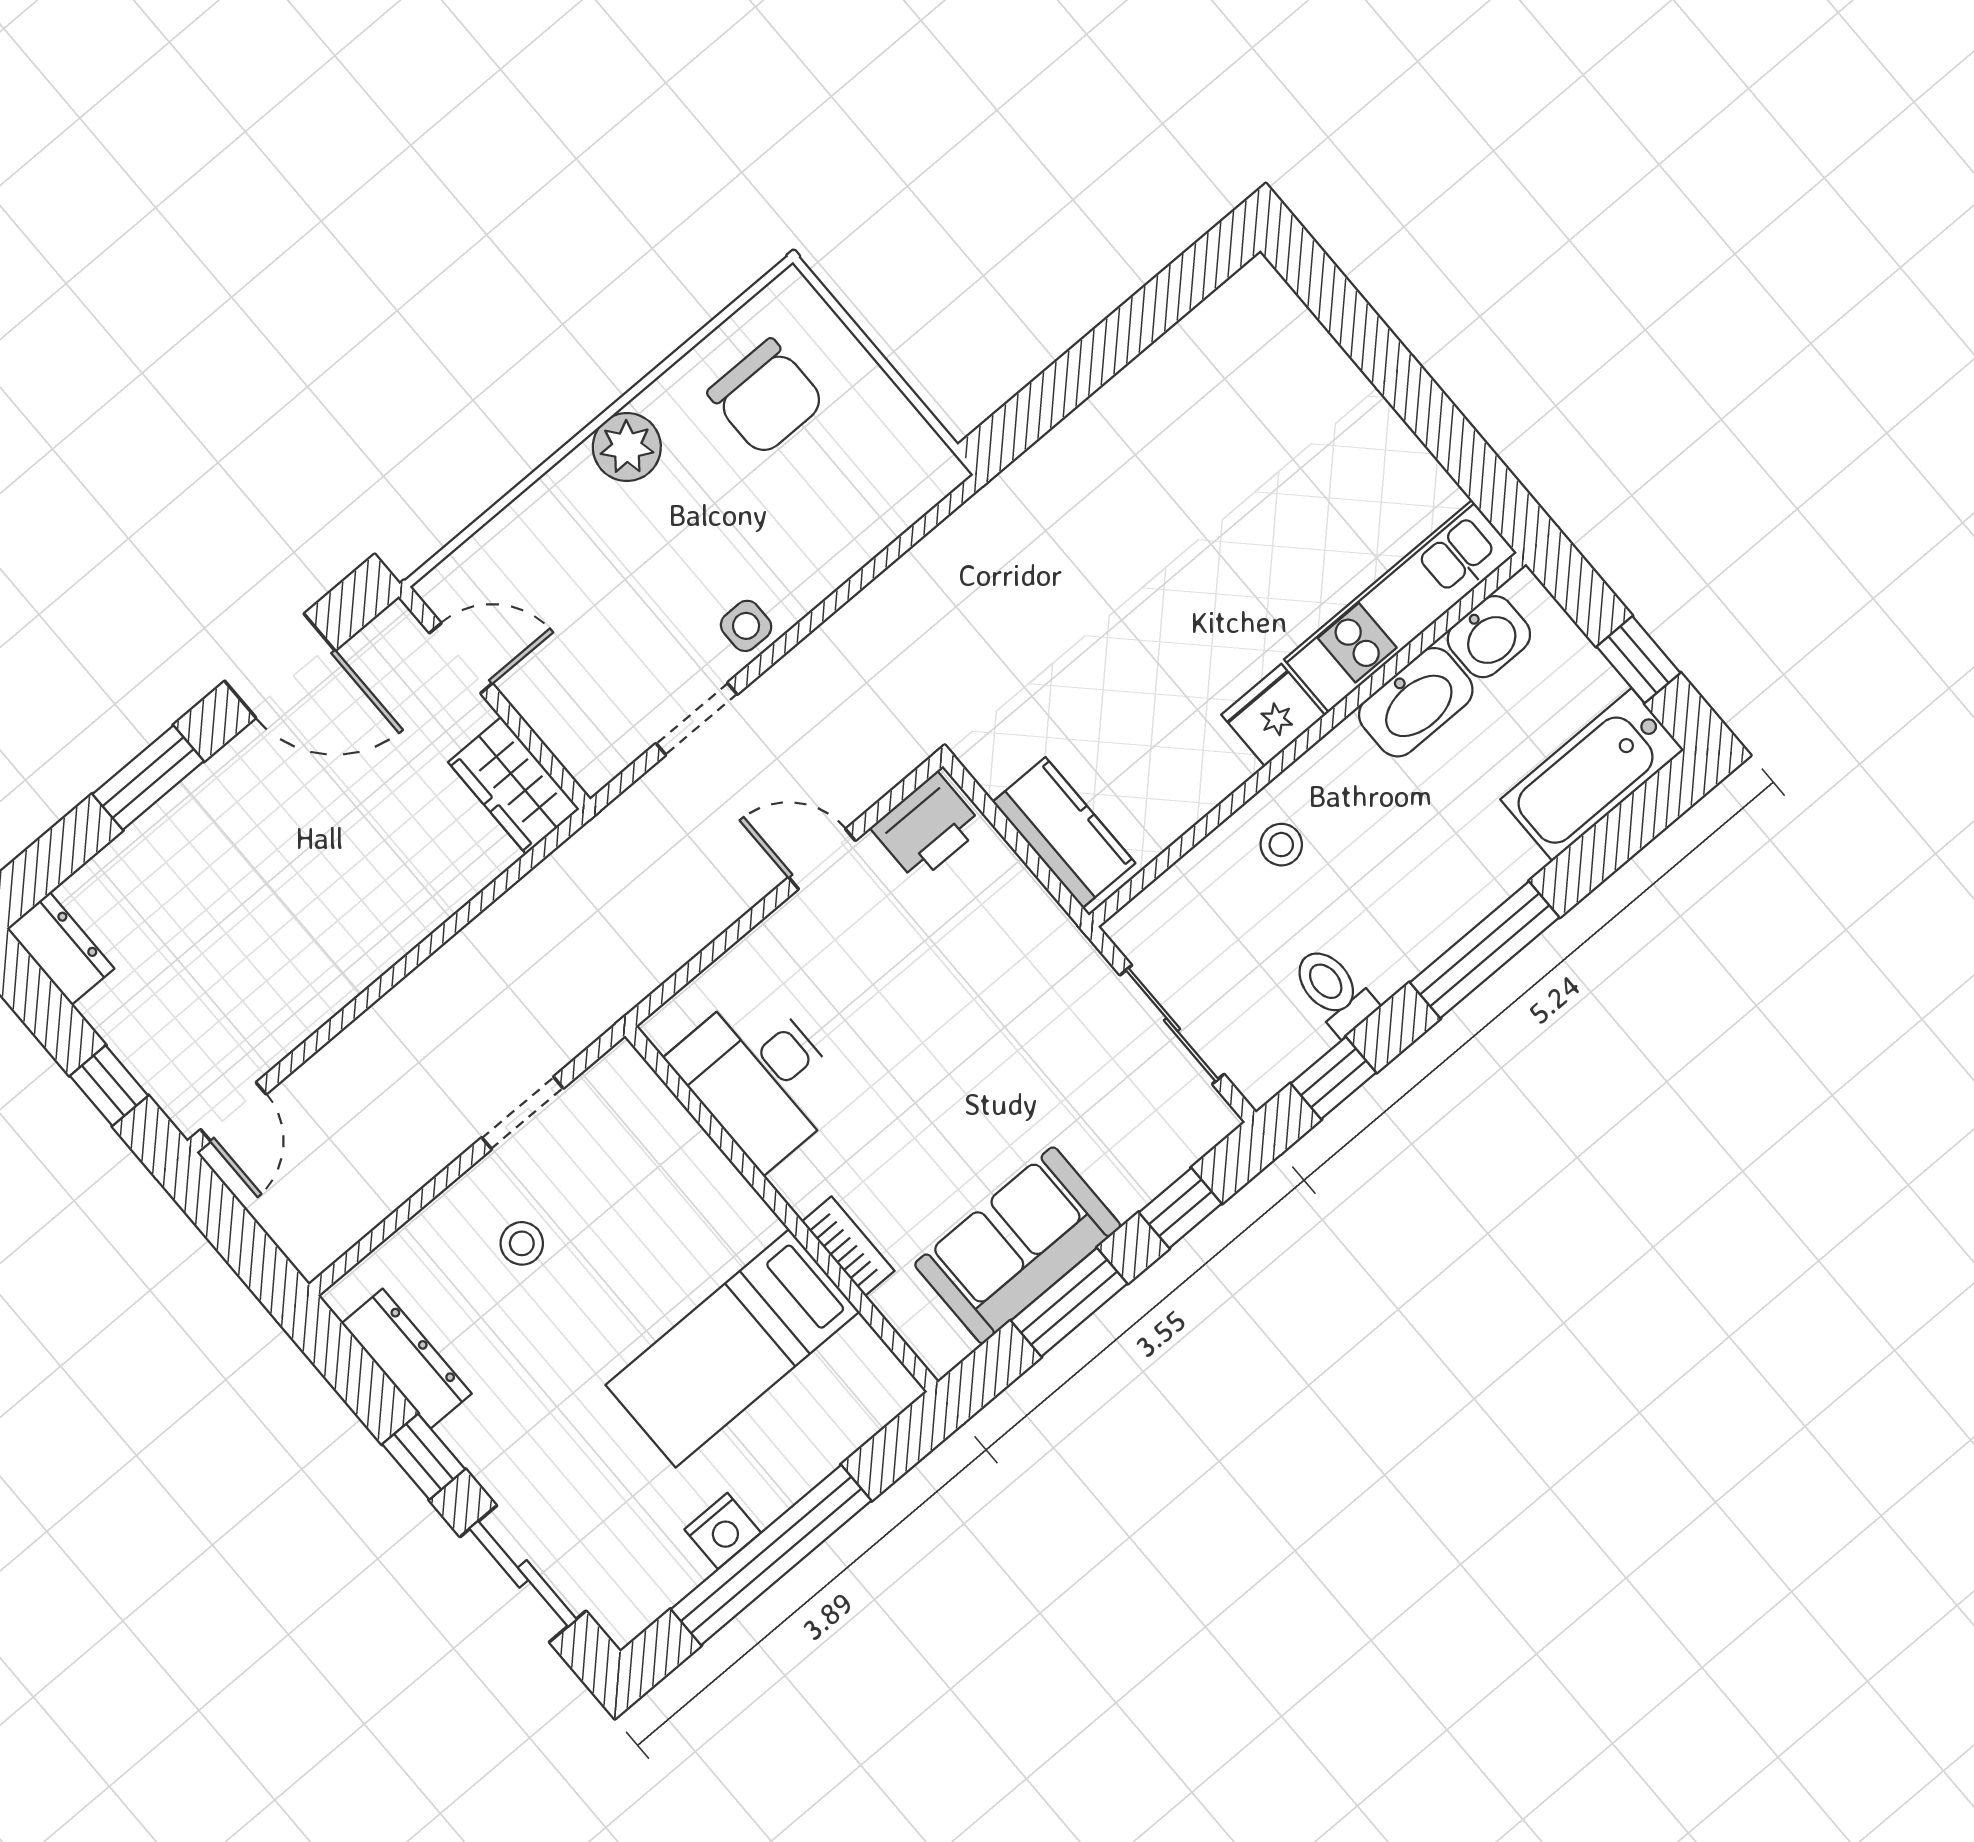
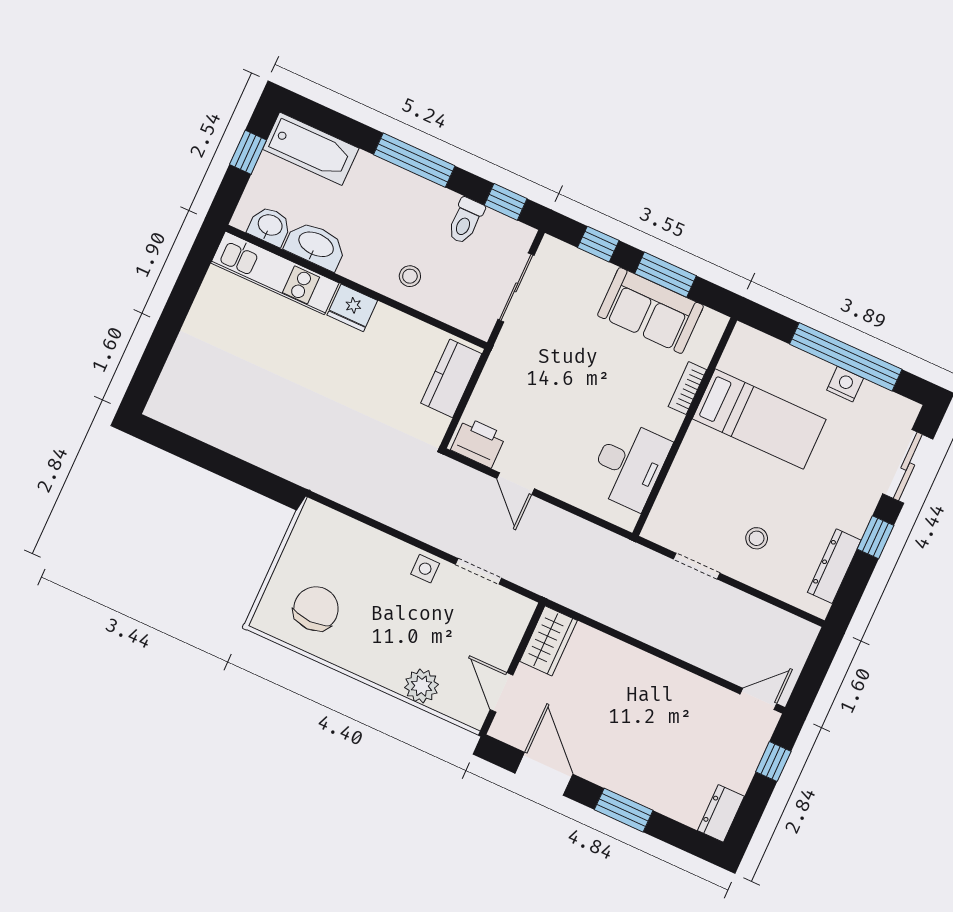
plant: (627, 447) -> (422, 686), moved

